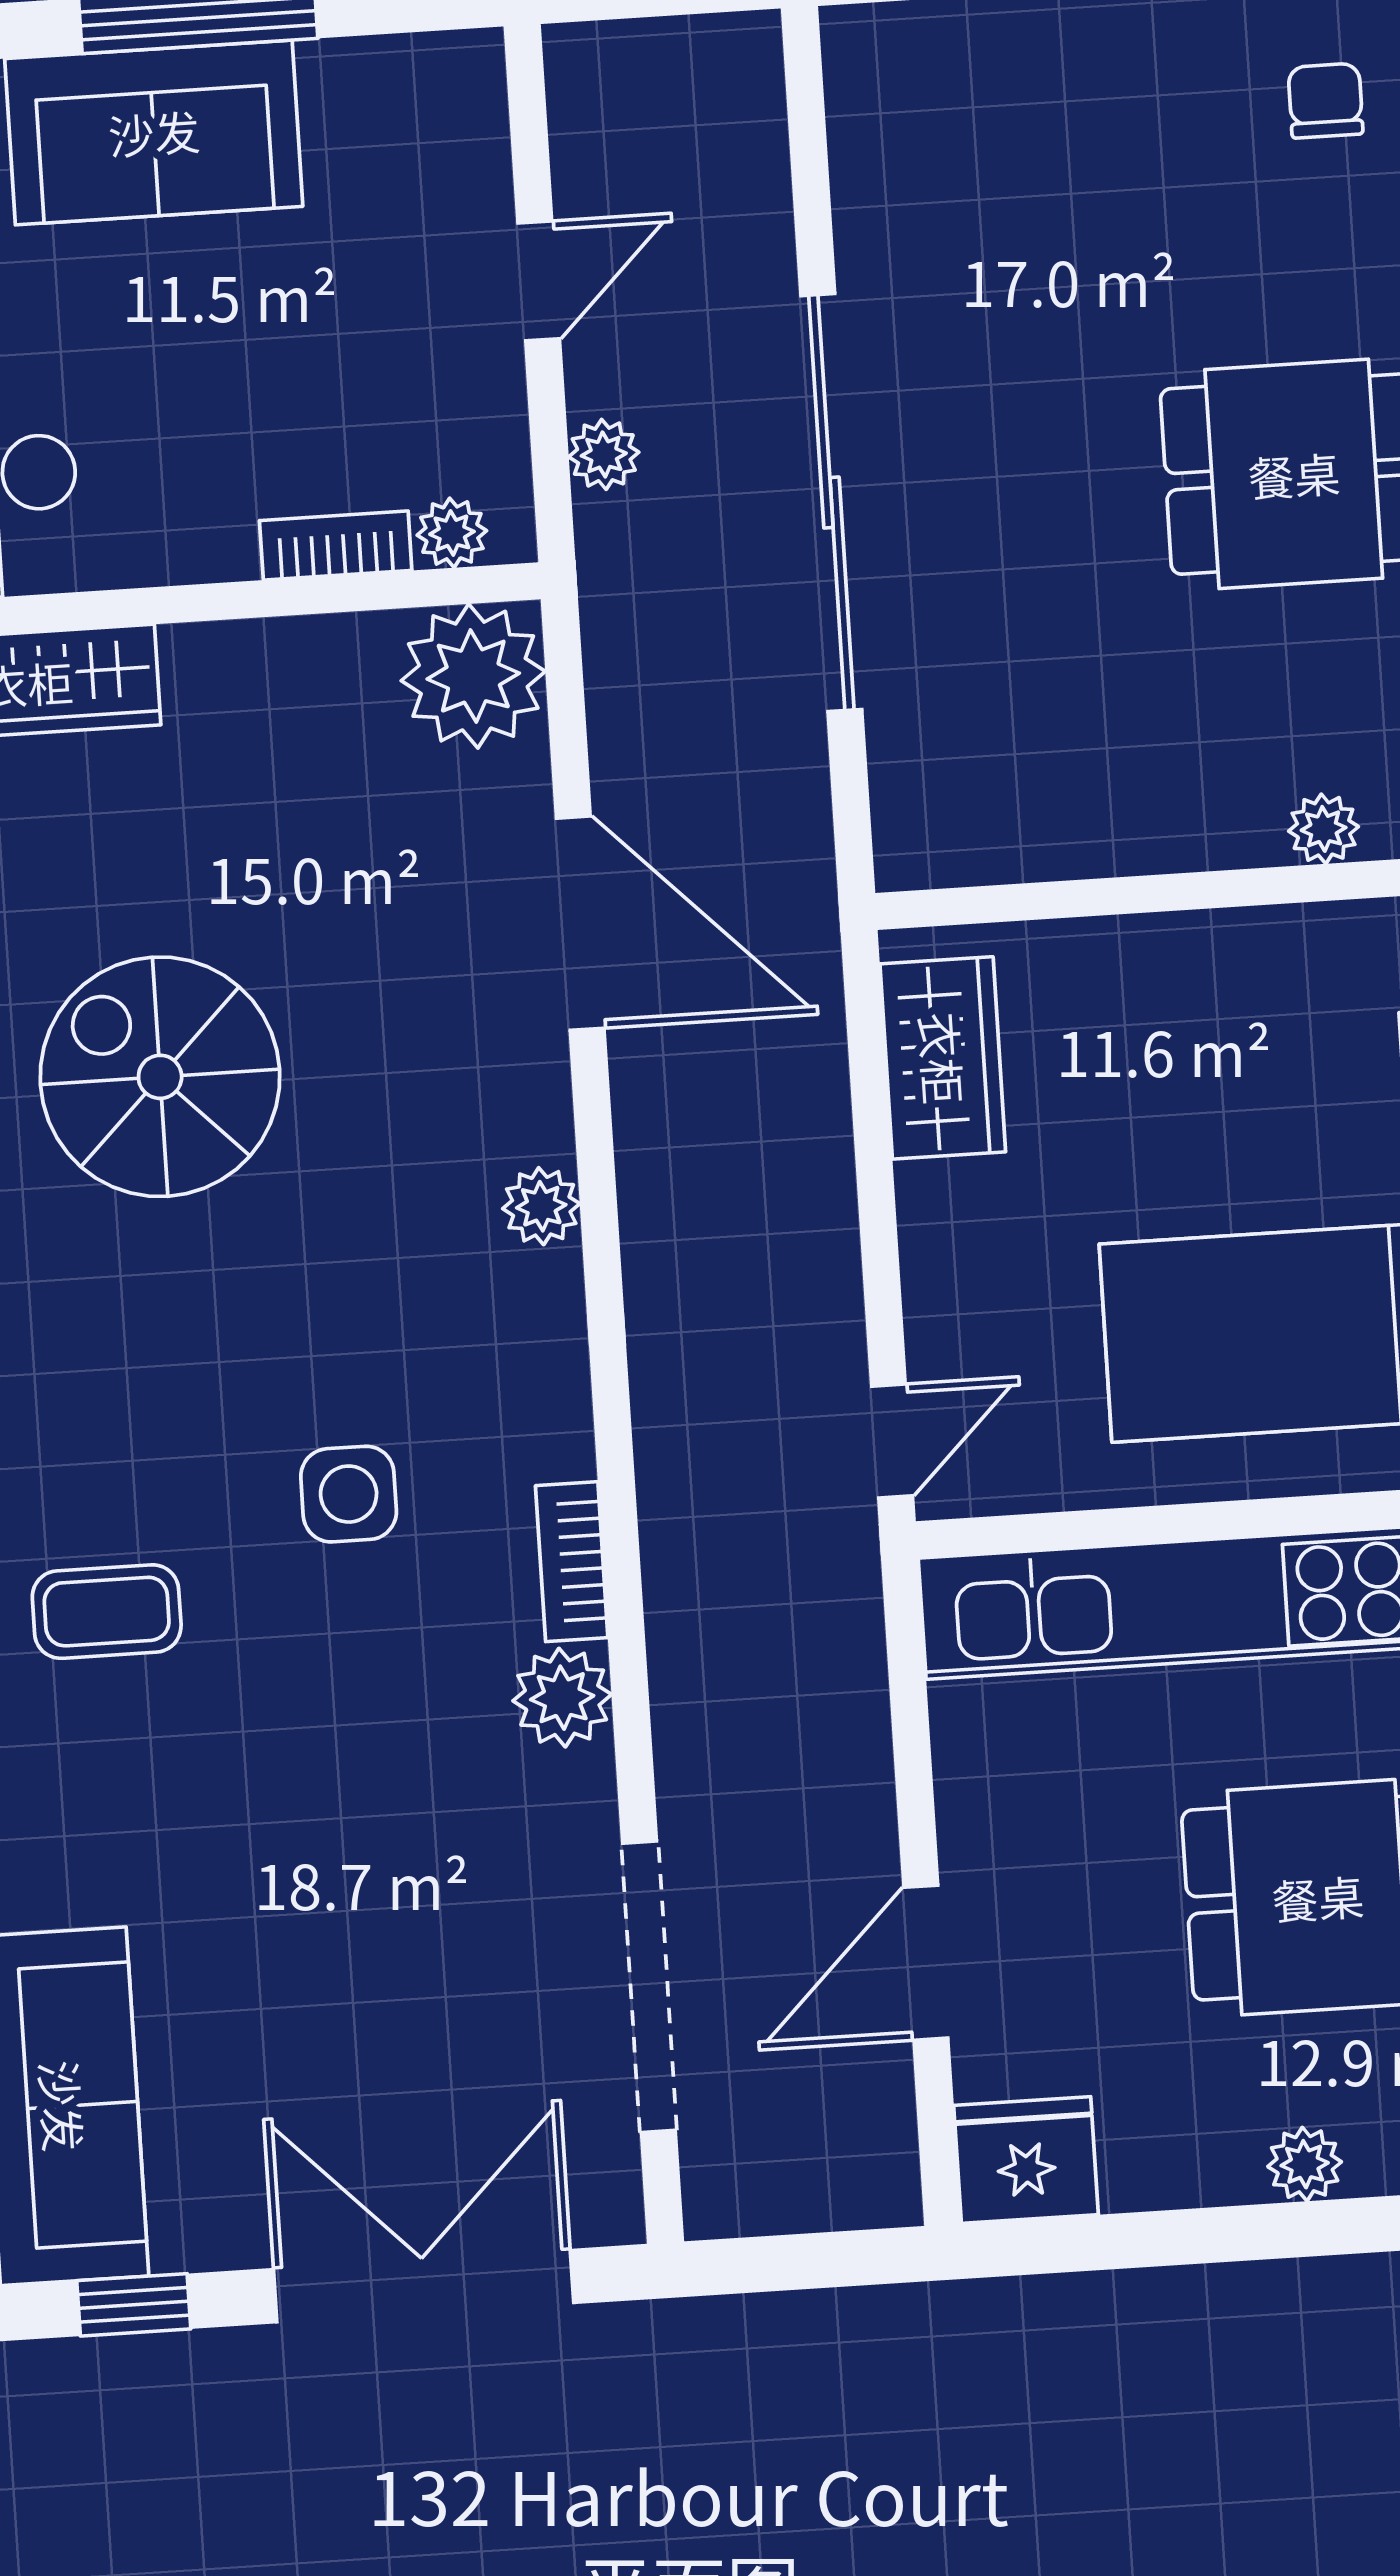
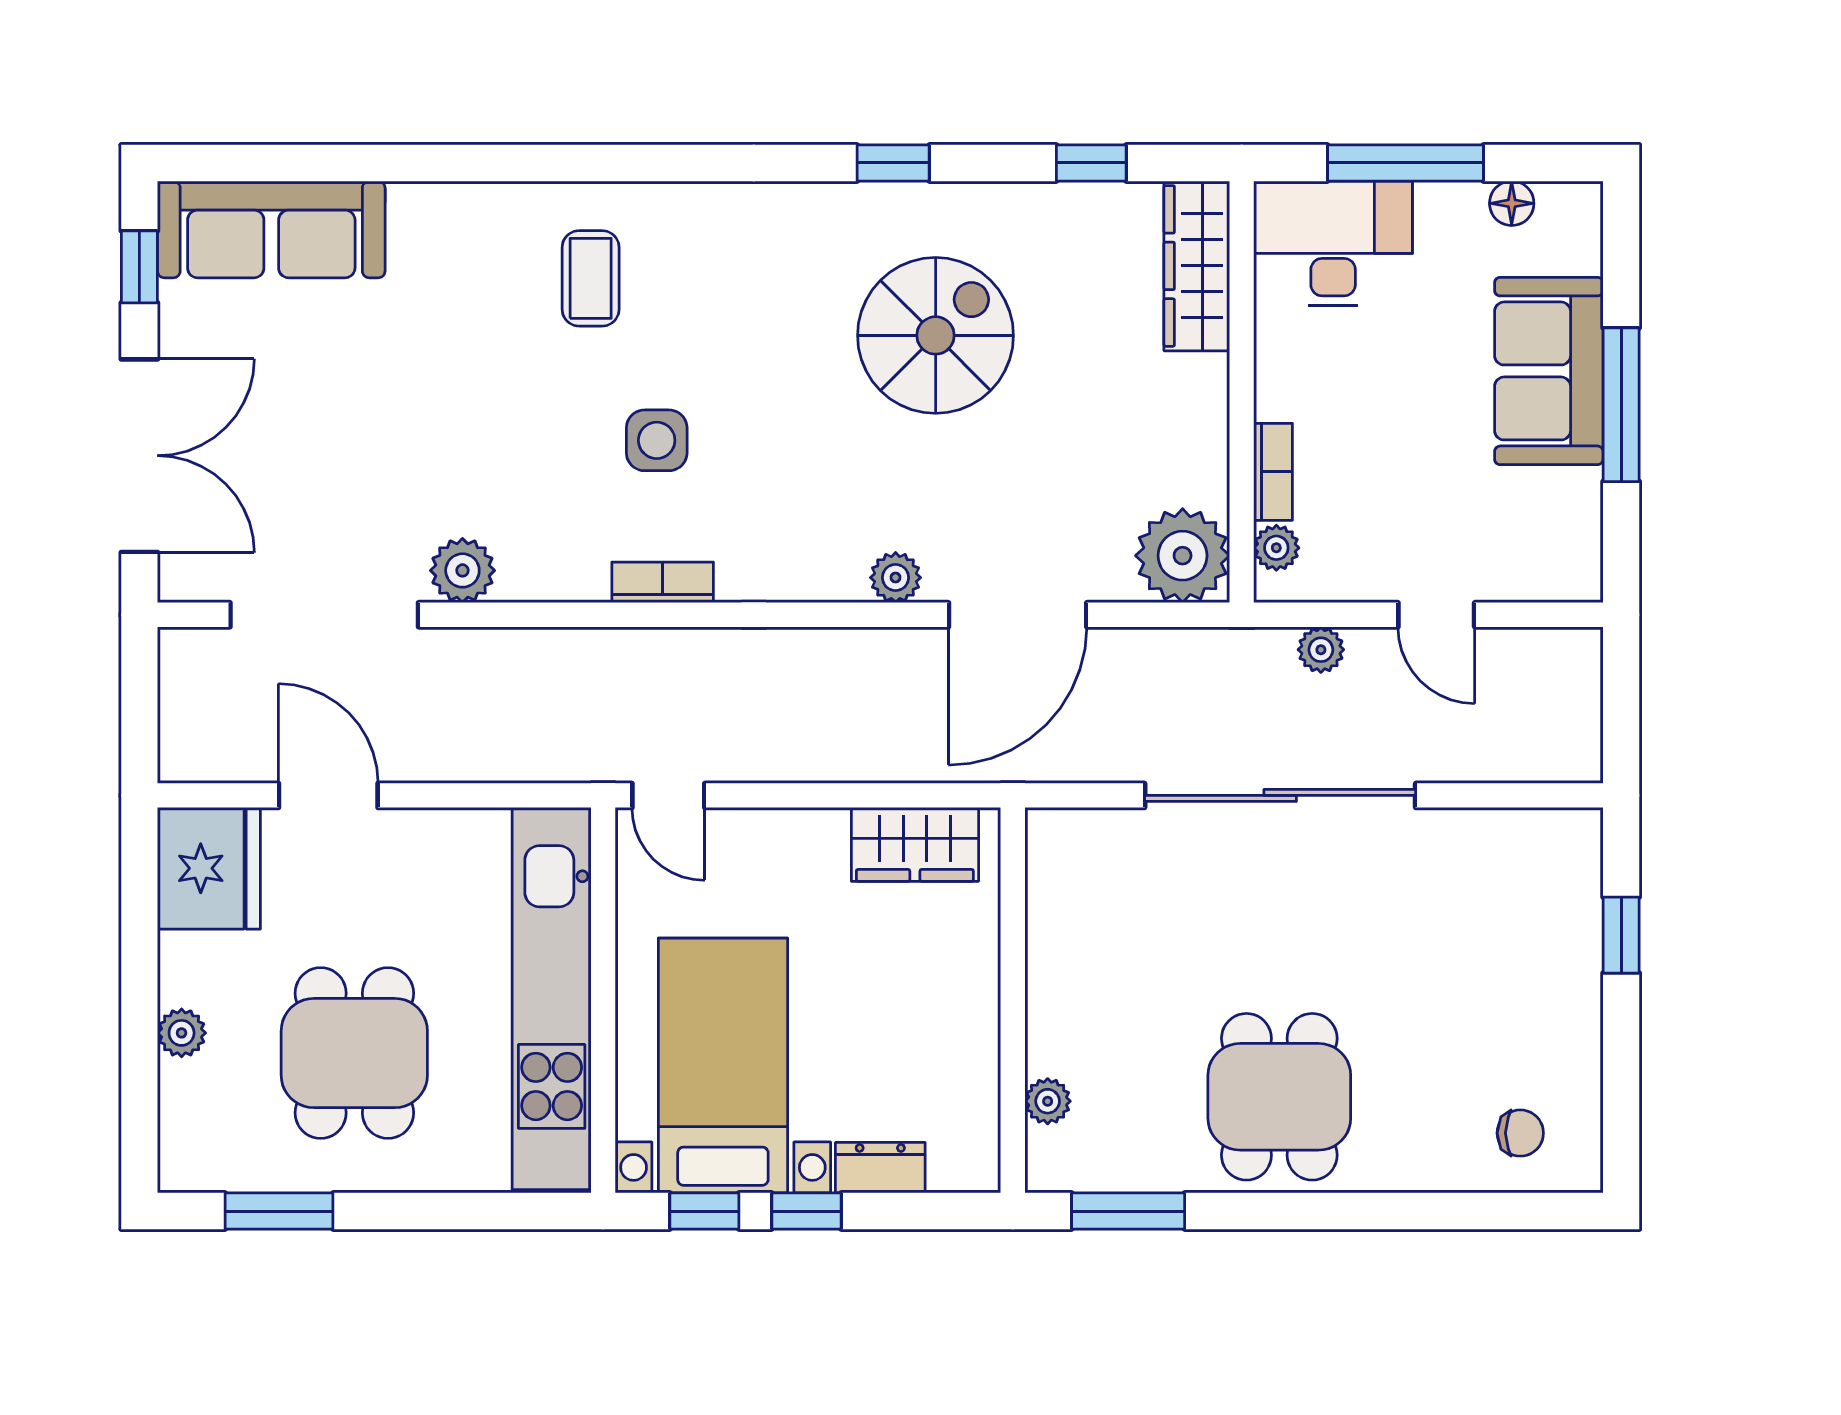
plant: (541, 1206) -> (896, 578), moved
bookcase: (572, 1562) -> (663, 582), moved
plant: (562, 1698) -> (462, 570), moved
fridge: (1026, 2160) -> (209, 868), width x1.36, depth x1.34

